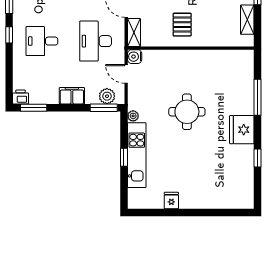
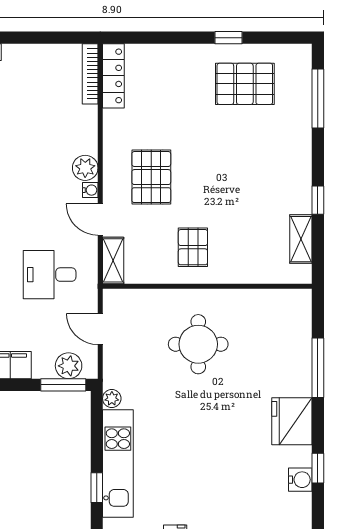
desk: (96, 41) -> (50, 275), width x0.73
water cooler: (135, 57) -> (300, 480), moved, turned 180
round table: (187, 112) -> (198, 344), moved
window: (124, 157) -> (97, 488), moved

